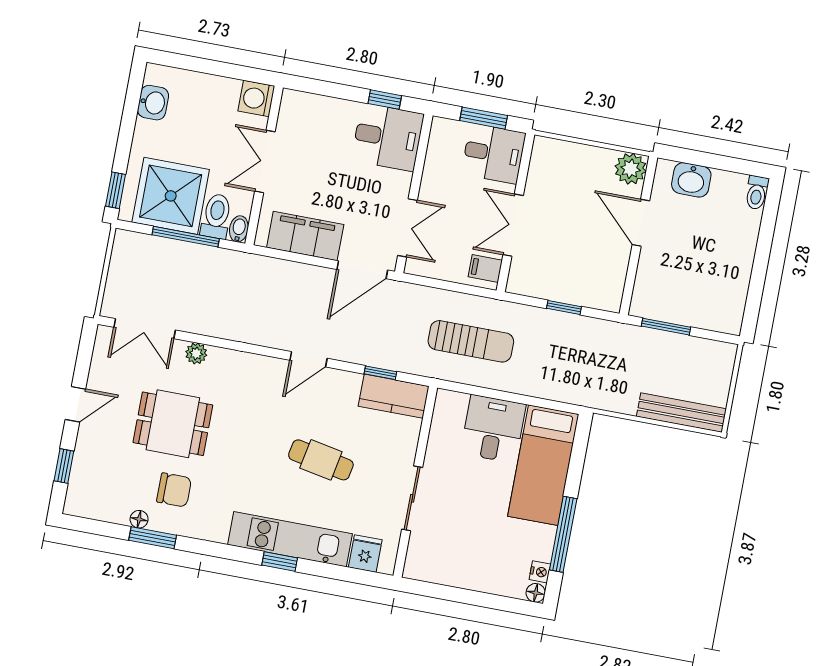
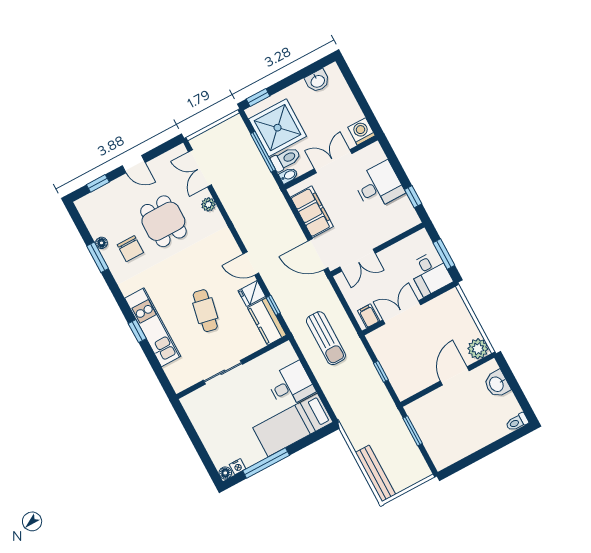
desk: (388, 137) -> (379, 186), moved, turned -90
fridge: (365, 554) -> (252, 293), moved, turned 180

